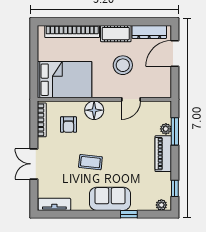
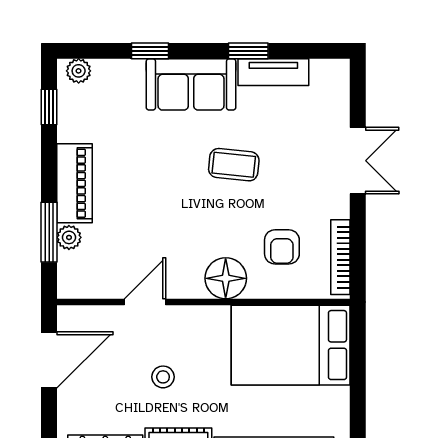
door: (175, 53) -> (49, 360), moved
stool: (123, 65) -> (163, 377), width x0.53, depth x0.53
armchair: (68, 125) -> (282, 247), turned 180
tv unit: (54, 204) -> (273, 72), moved
window: (84, 214) -> (248, 51), added

